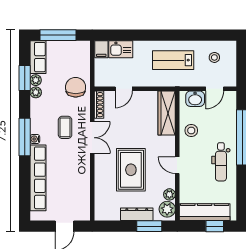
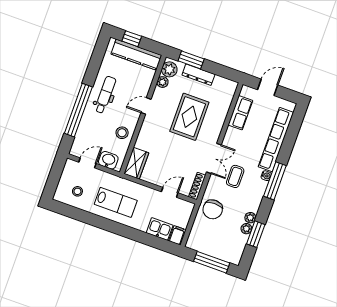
row of seats: (38, 57) -> (240, 113), moved, turned 180
wardrobe: (167, 113) -> (136, 163), width x0.67
double door: (92, 138) -> (214, 158), swing flipped
door: (177, 165) -> (146, 106), swing flipped

